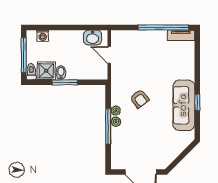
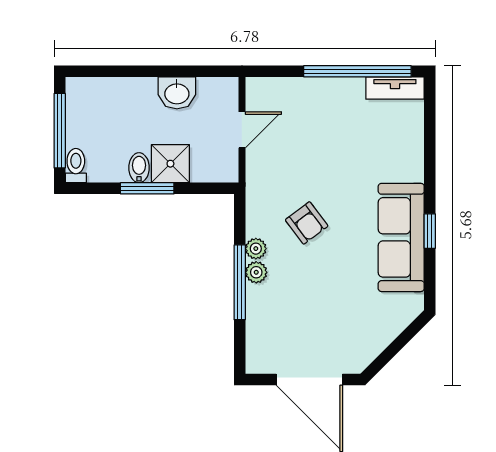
washing machine: (43, 36) -> (100, 89), removed
washbasin: (93, 38) -> (177, 93), moved
door: (109, 55) -> (242, 130), swing flipped
shower: (46, 71) -> (170, 164), moved

